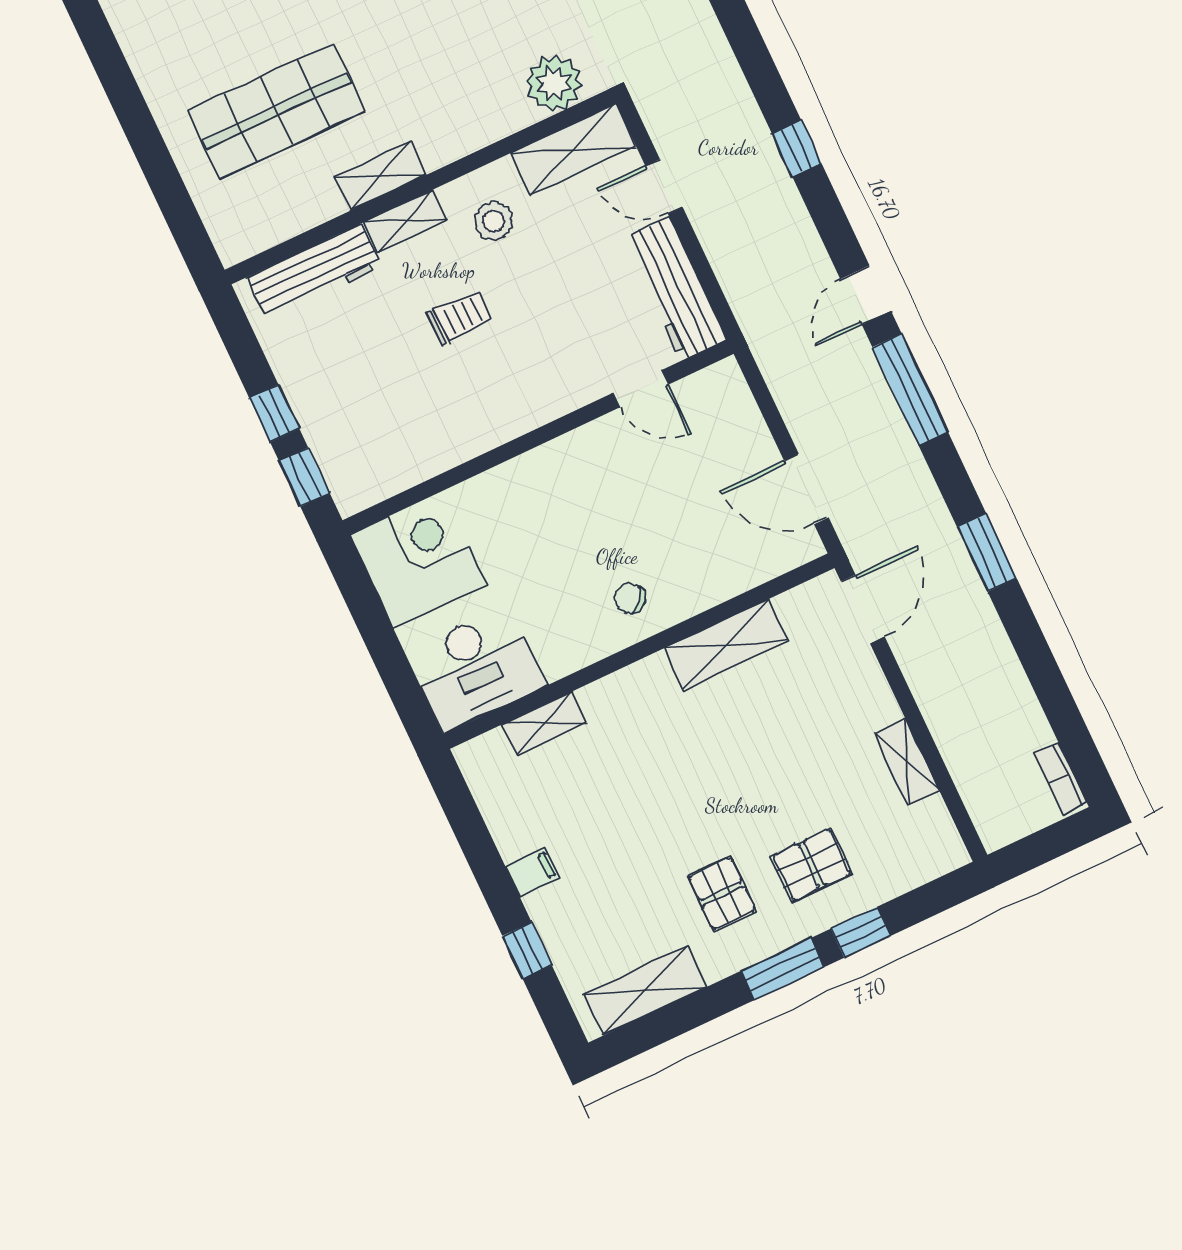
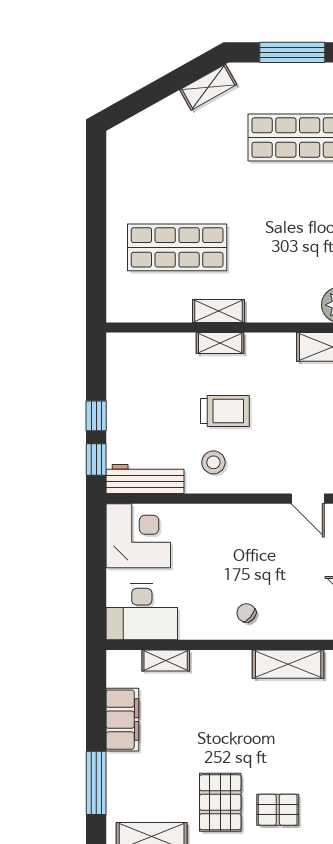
stool: (494, 221) -> (213, 462), moved
workbench: (314, 272) -> (145, 479), moved, turned 180
trolley: (459, 317) -> (225, 411), width x1.36, depth x1.39
filing cabinet: (533, 872) -> (122, 720), width x3.00, depth x1.17
pallet: (722, 893) -> (220, 802), width x1.50, depth x1.42
window: (527, 950) -> (96, 783), width x2.17

